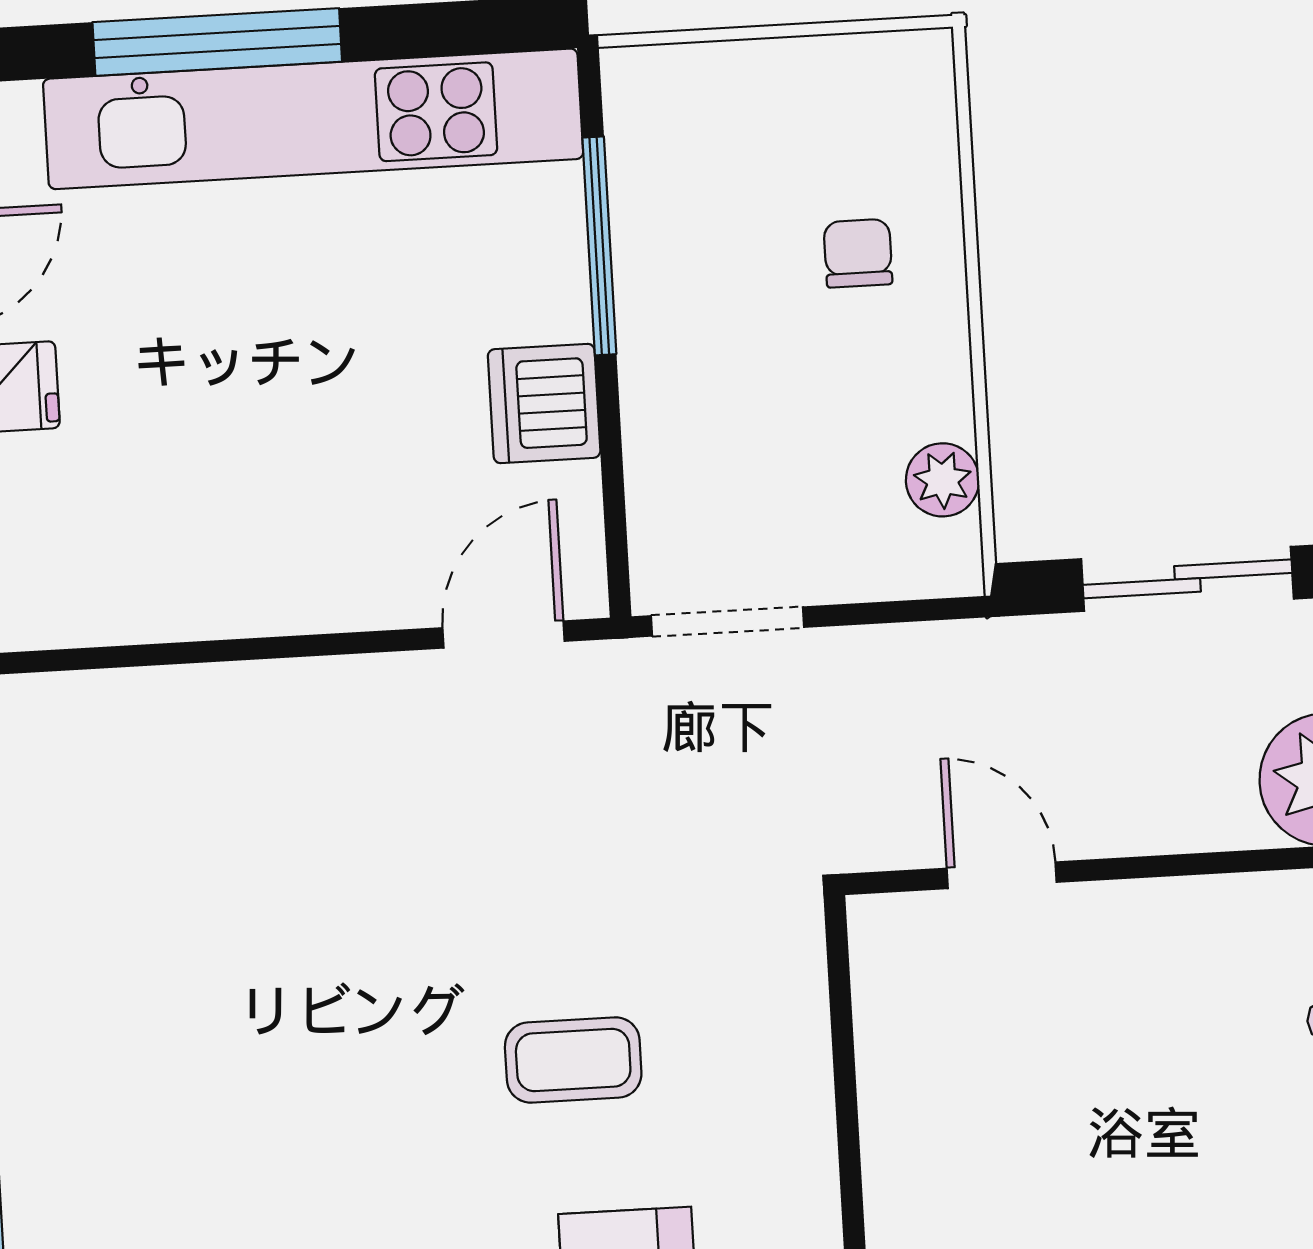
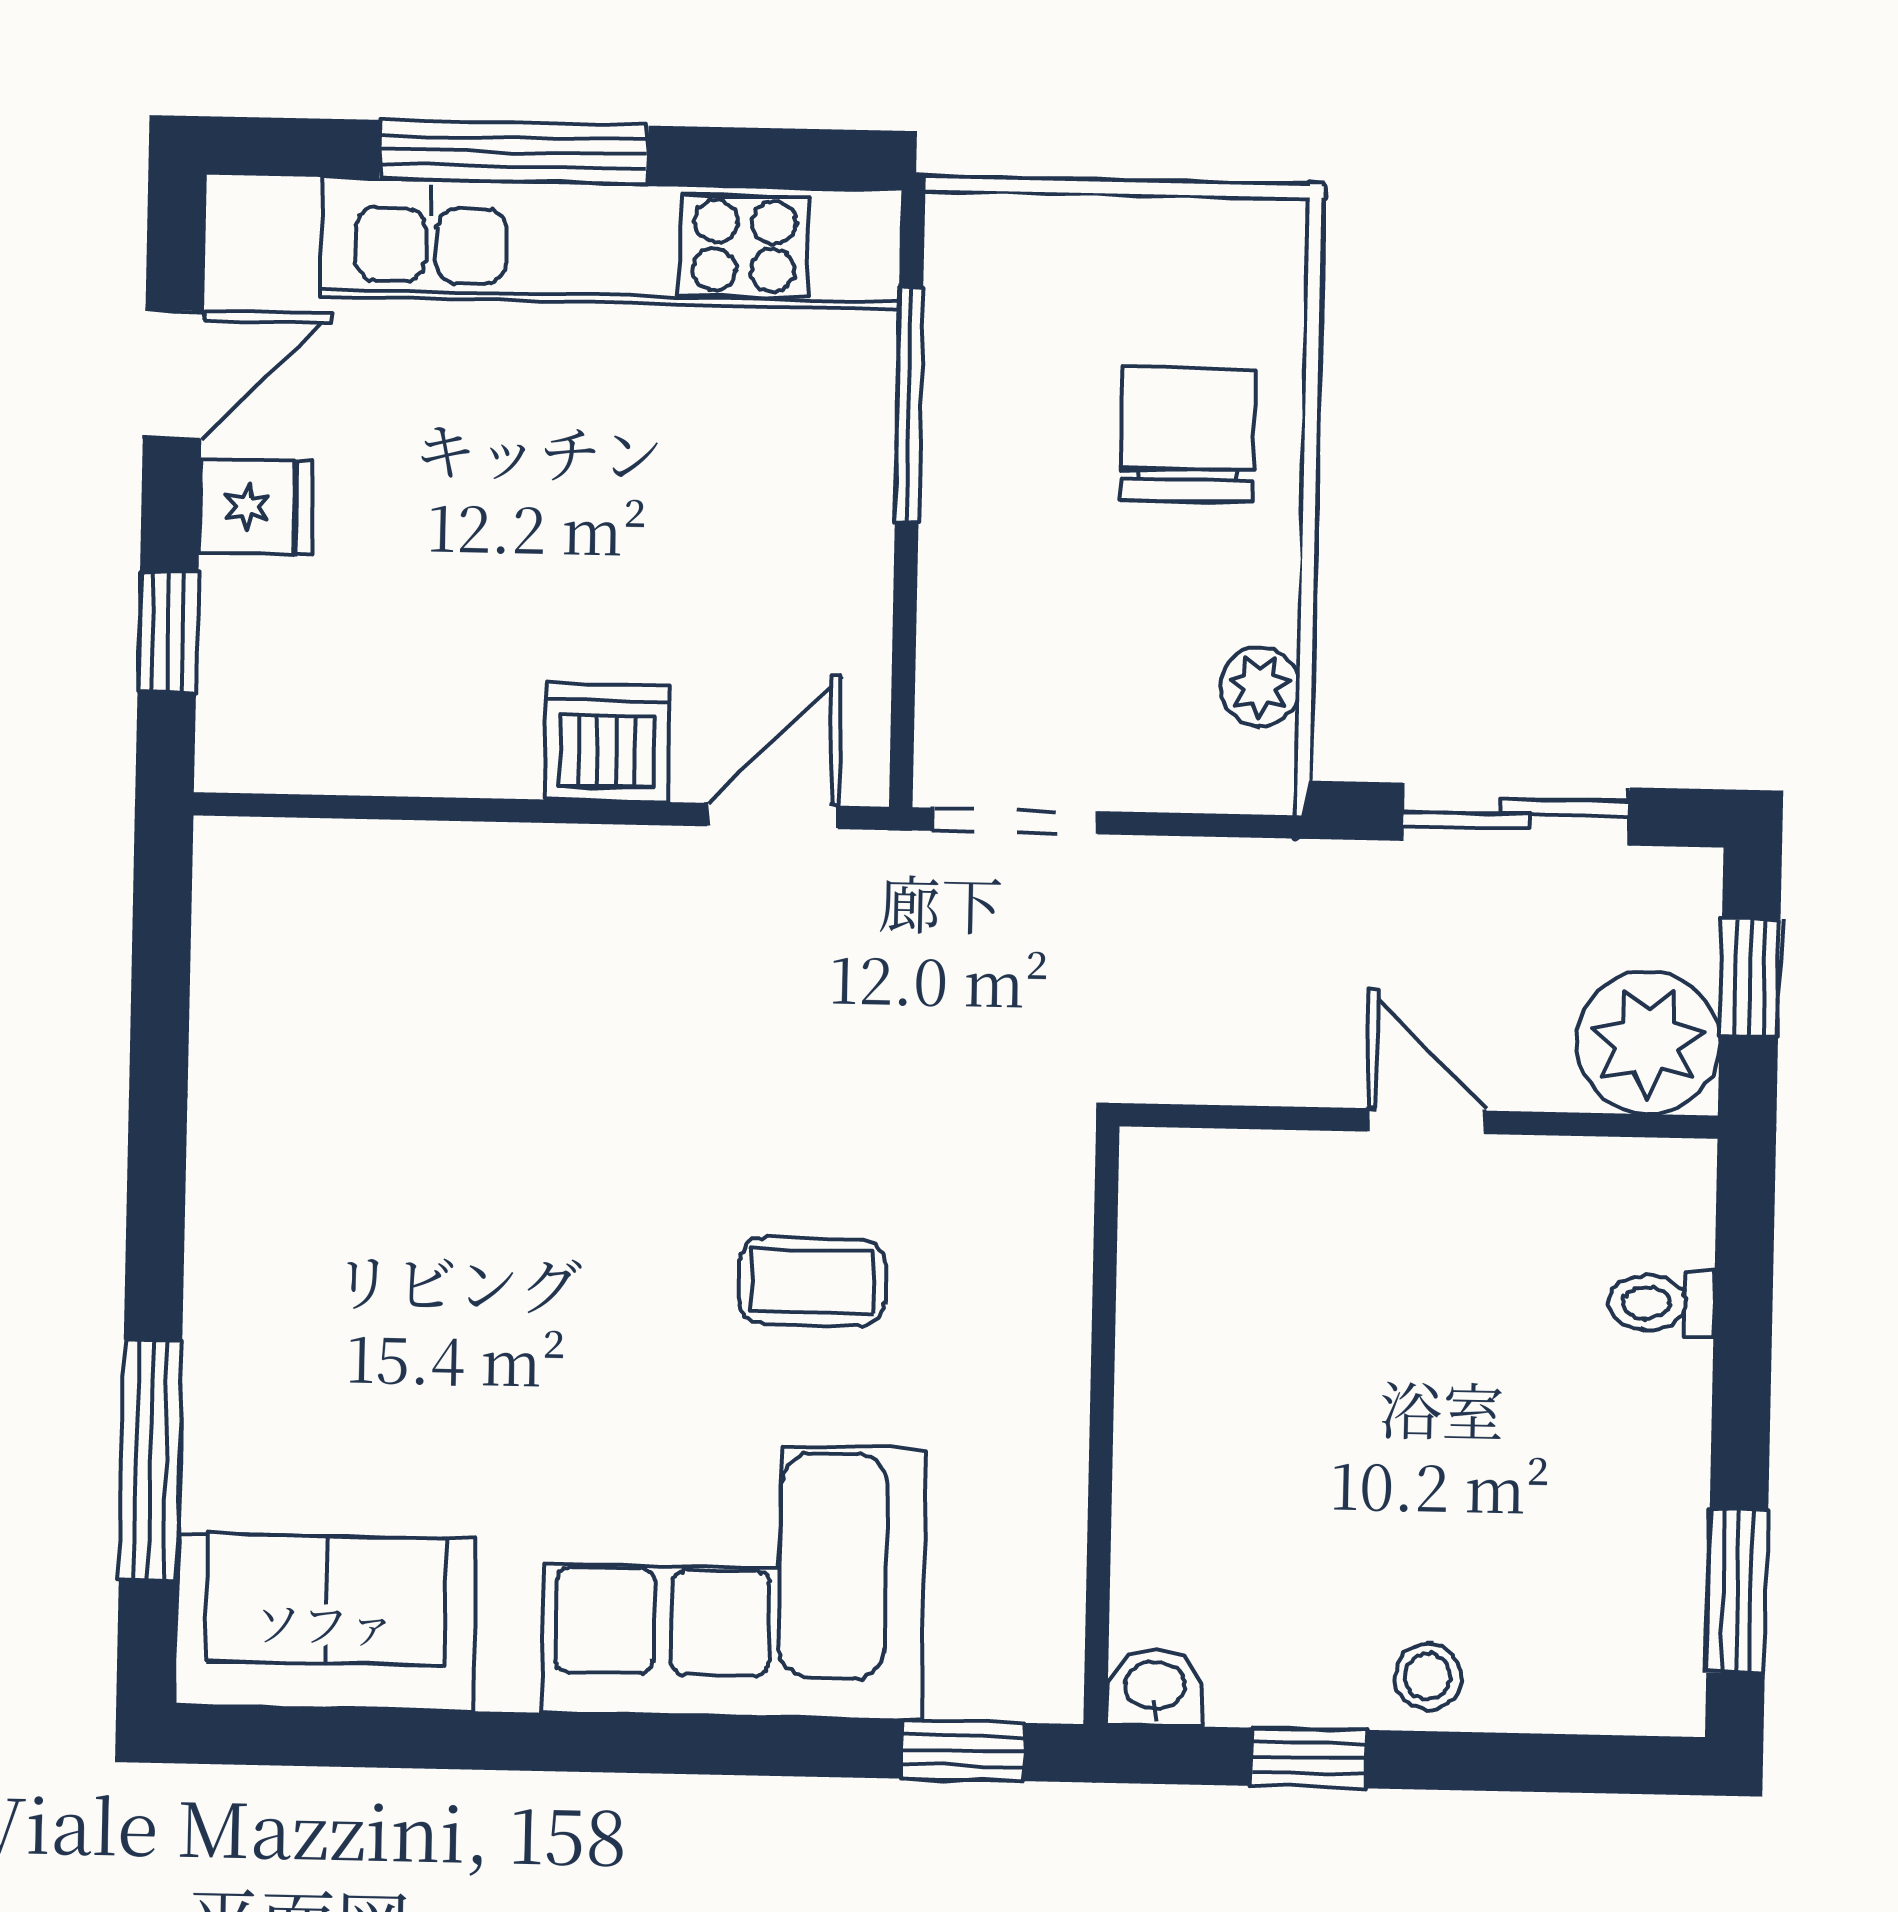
chair: (858, 253) -> (1188, 434), width x1.87, depth x1.87
dishwasher: (544, 404) -> (607, 743), moved, turned 90
door: (1002, 875) -> (1426, 1121), moved

